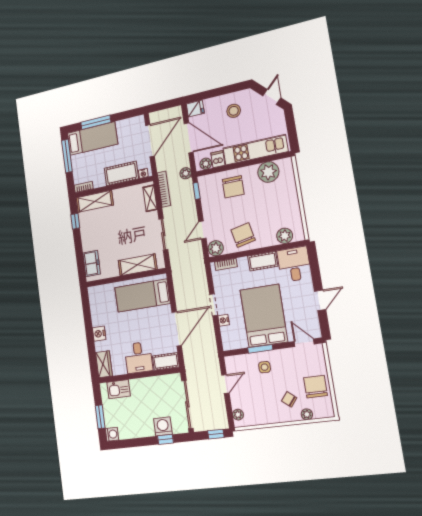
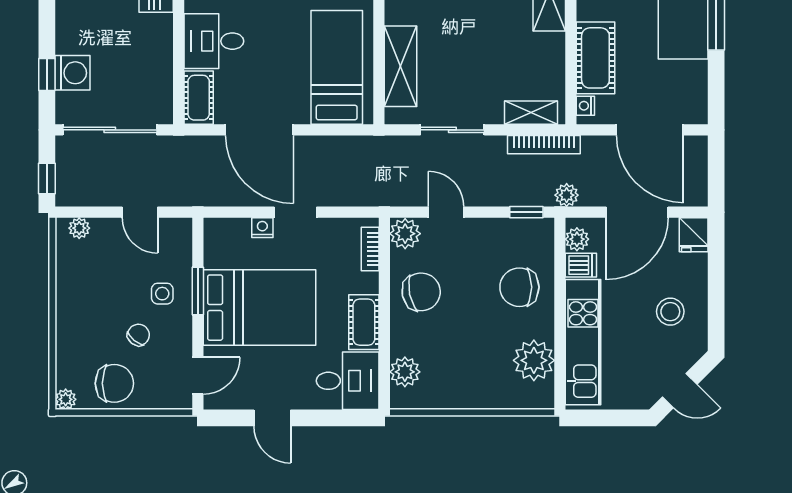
chair: (289, 399) -> (138, 335), moved
plant: (307, 414) -> (66, 399), moved

